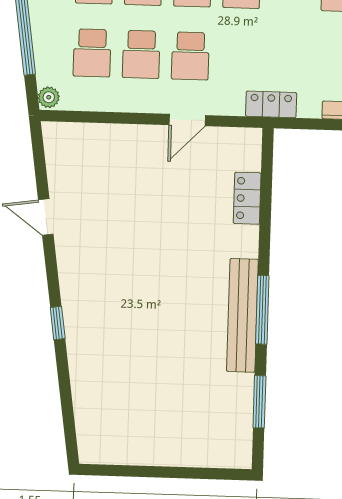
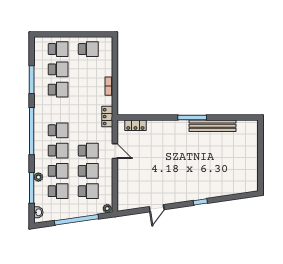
locker: (247, 198) -> (135, 125), moved
bench: (242, 315) -> (212, 126), moved
window: (259, 402) -> (230, 118), removed

